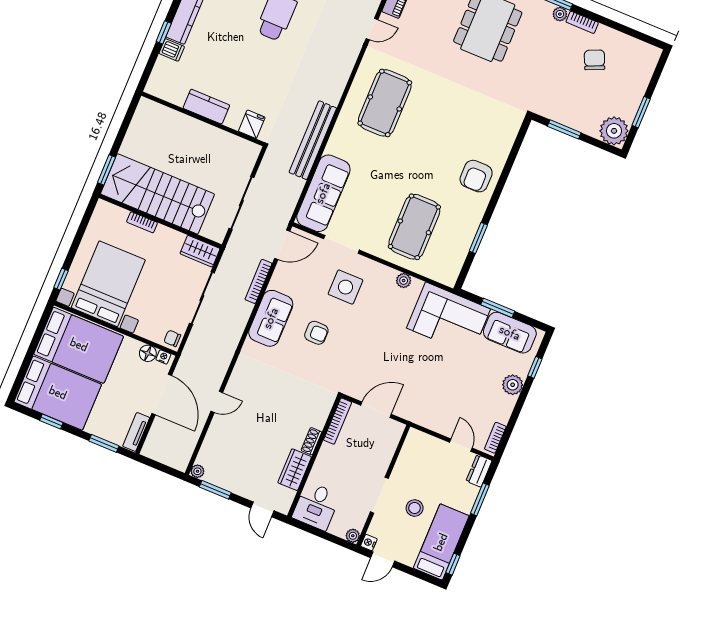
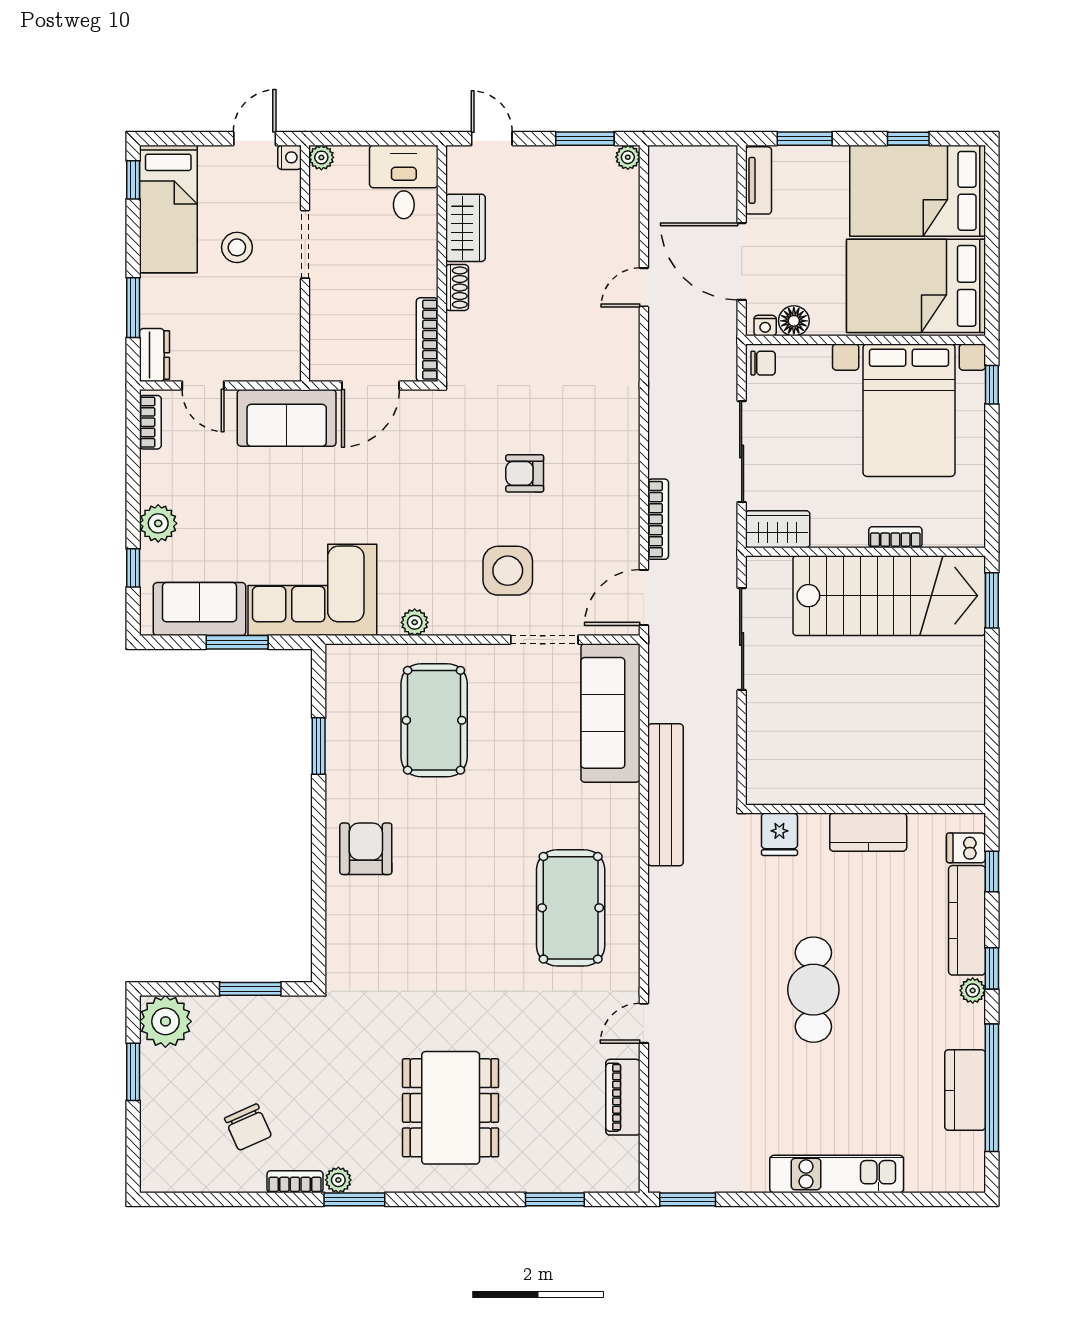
kitchen counter: (206, 107) -> (868, 832), moved
wall: (203, 119) -> (865, 809), moved
fridge: (252, 124) -> (779, 834), moved
sofa: (271, 318) -> (287, 418), moved, turned -90

